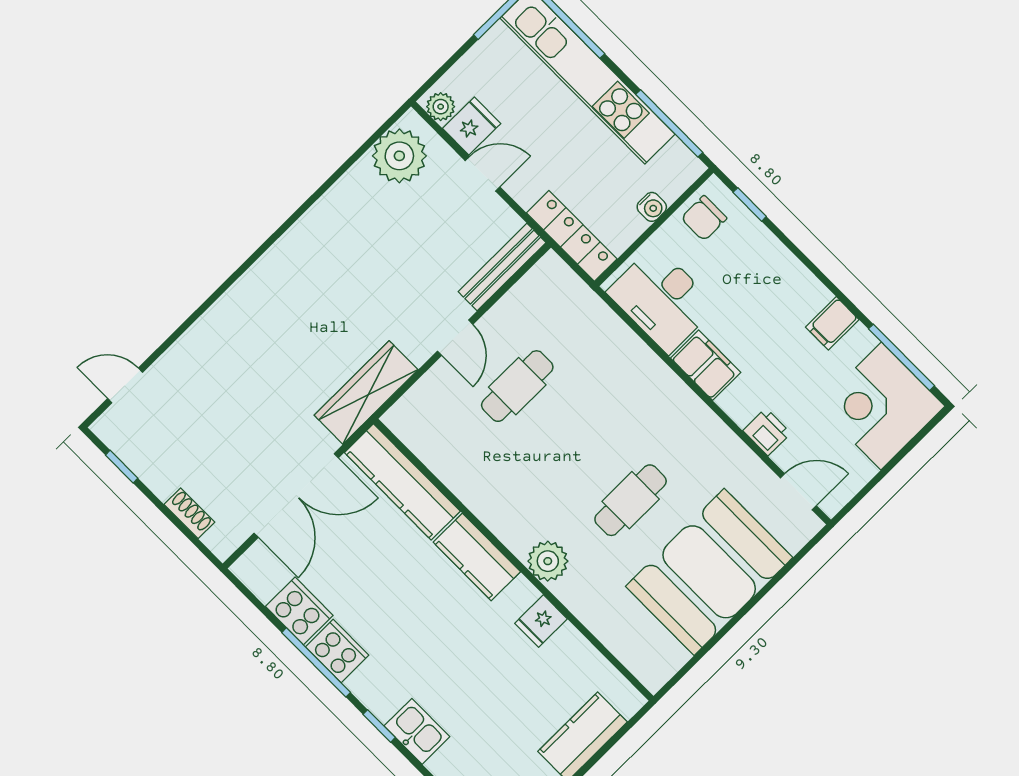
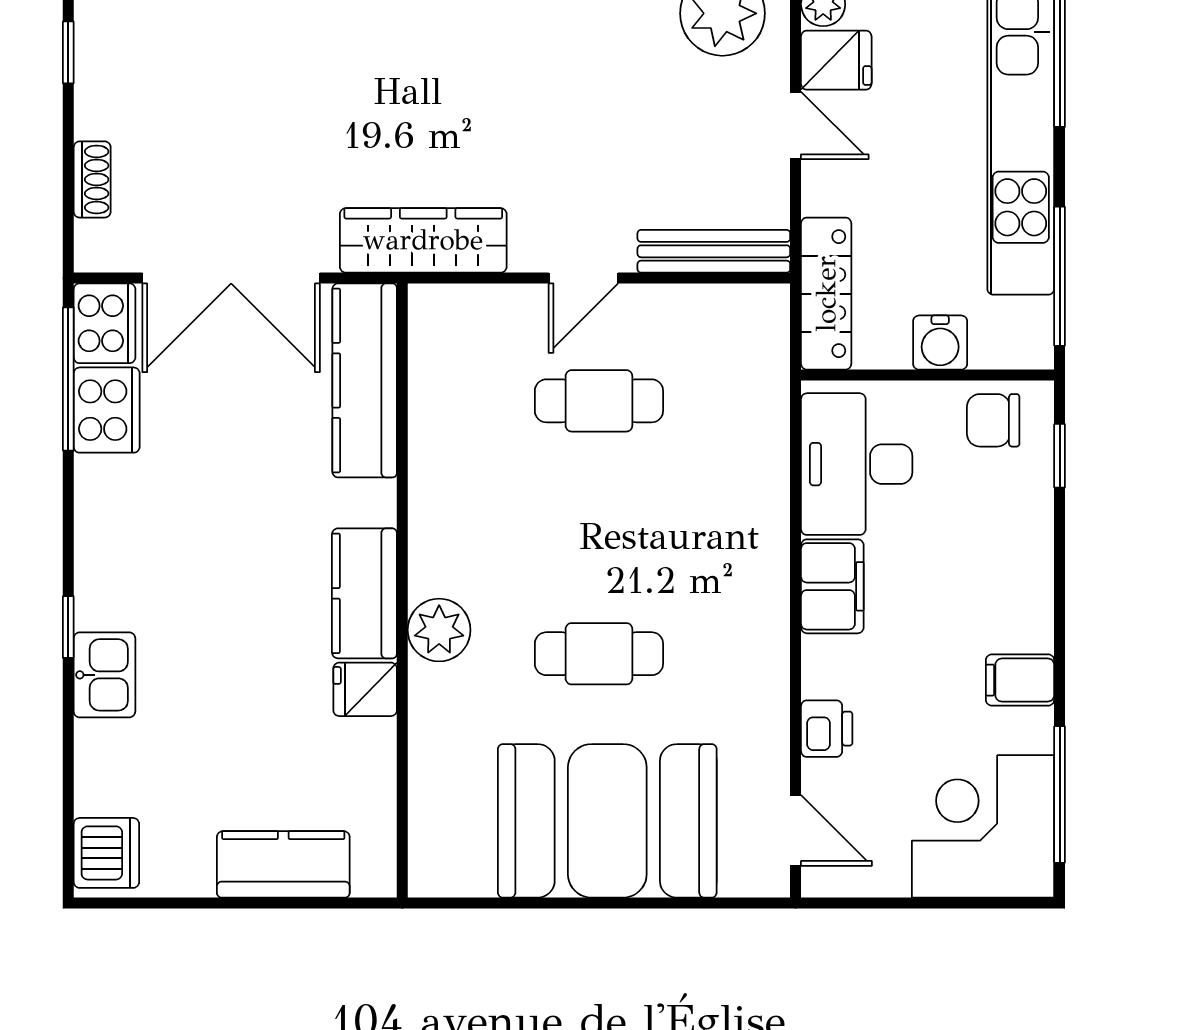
water cooler: (652, 207) -> (940, 343), width x1.38, depth x1.38
kitchen counter: (477, 557) -> (364, 593), moved
cooker: (337, 651) -> (105, 323), moved
window: (316, 662) -> (68, 379), moved

